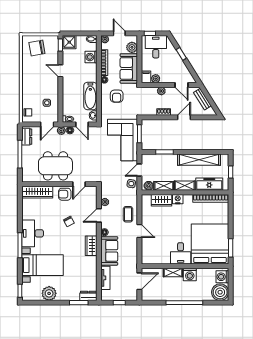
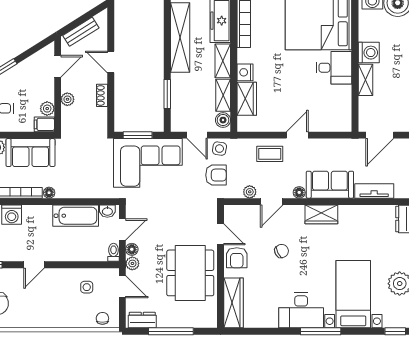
armchair: (117, 96) -> (216, 175), moved
door: (99, 215) -> (272, 202), hinge flipped
door: (139, 281) -> (380, 135), swing flipped

